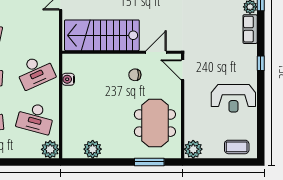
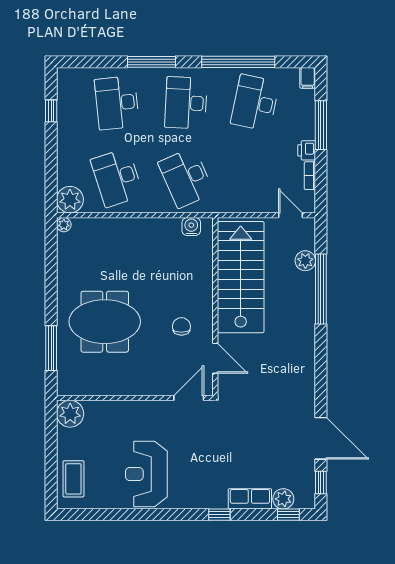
window: (261, 63) -> (219, 515), moved
water cooler: (68, 79) -> (191, 227), moved
desk: (35, 118) -> (117, 178), turned -33
meeting table: (155, 123) -> (105, 322), moved
plant: (93, 149) -> (64, 225), moved, width x0.53, depth x0.53

